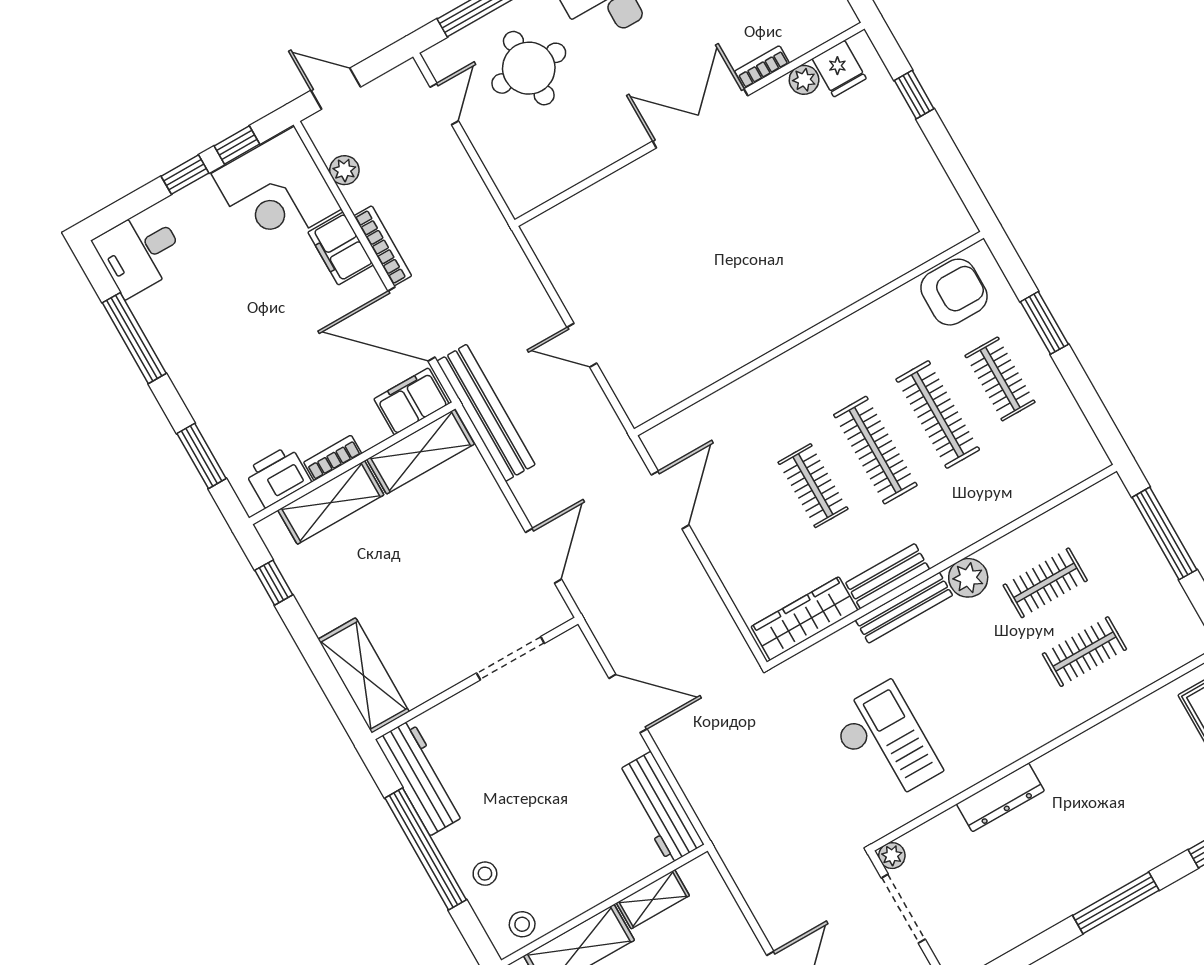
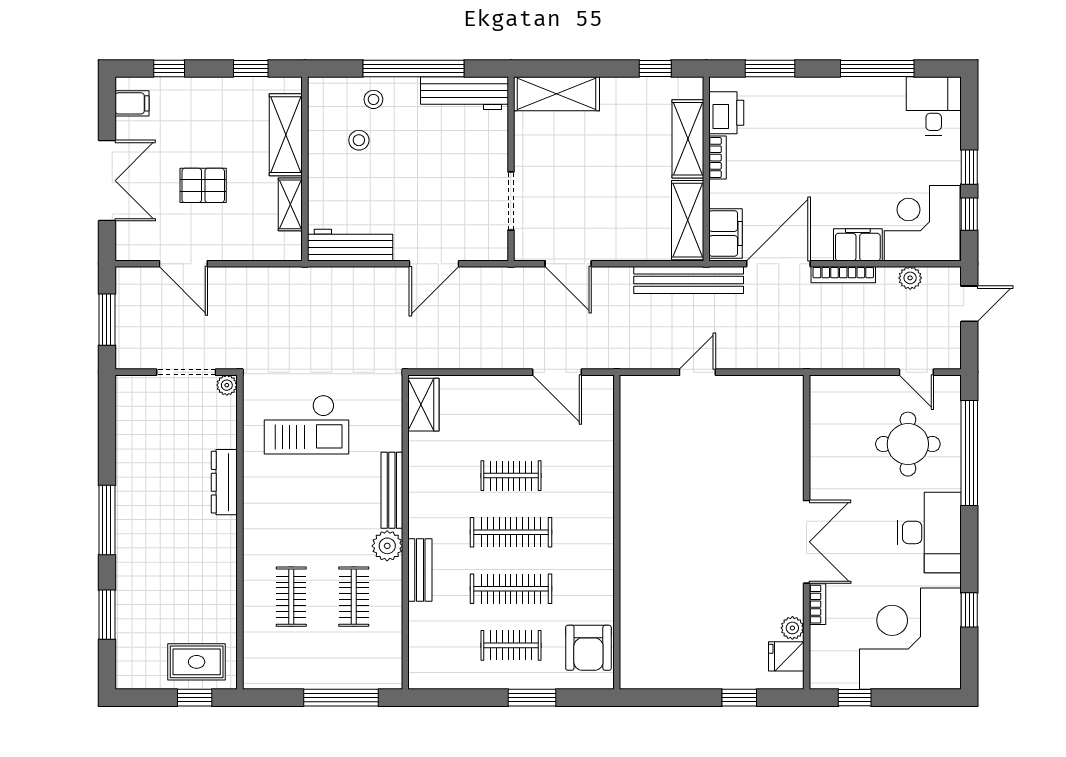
bench: (888, 576) -> (420, 570), moved
wardrobe: (804, 618) -> (423, 405), width x0.67
stool: (522, 924) -> (359, 140), moved

